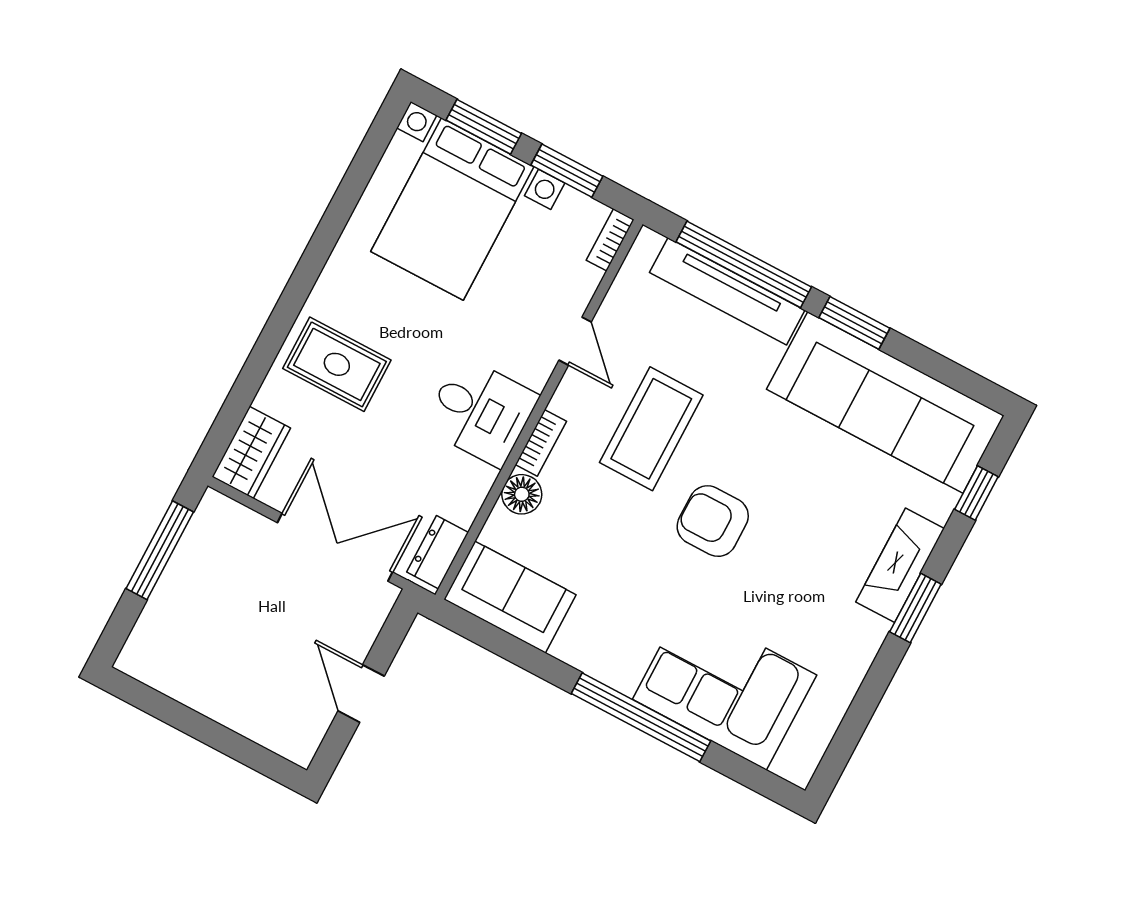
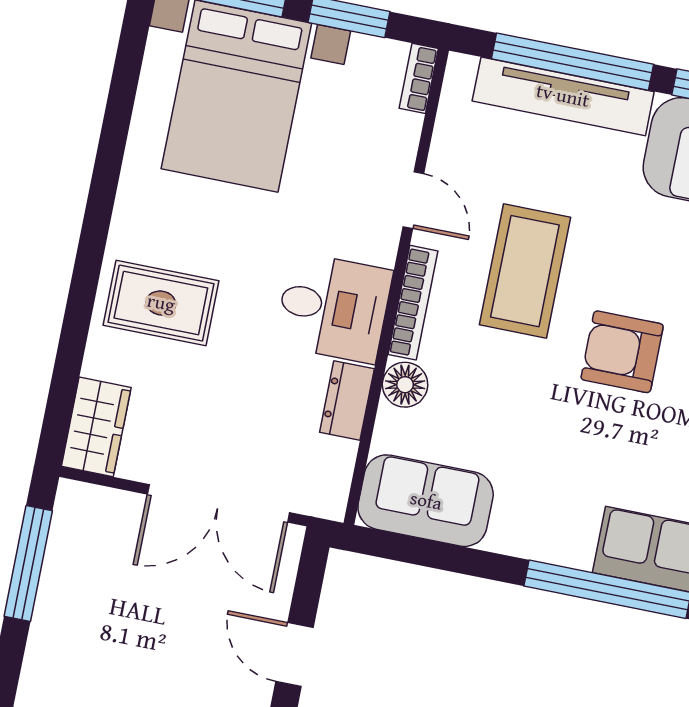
bookcase: (541, 443) -> (413, 303), width x1.56
double door: (335, 547) -> (218, 503), swing flipped
dresser: (438, 552) -> (347, 401), moved

